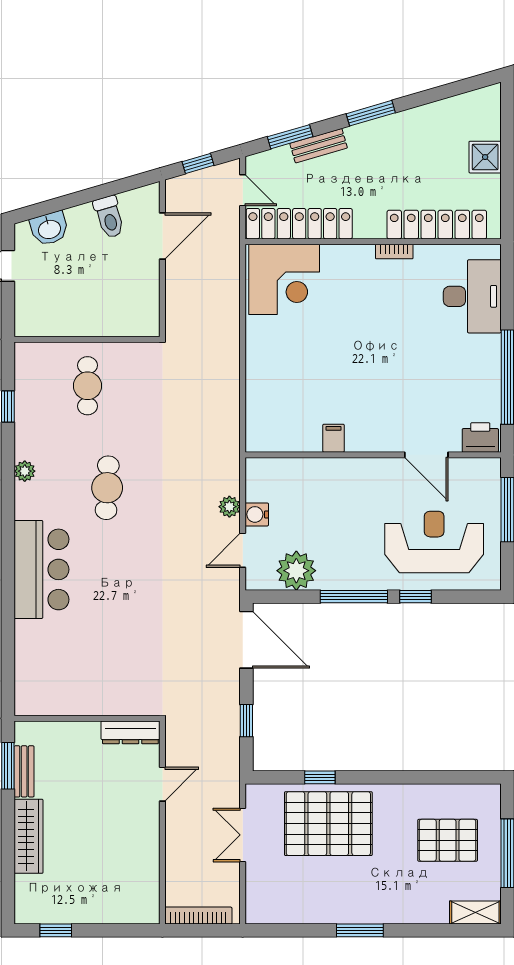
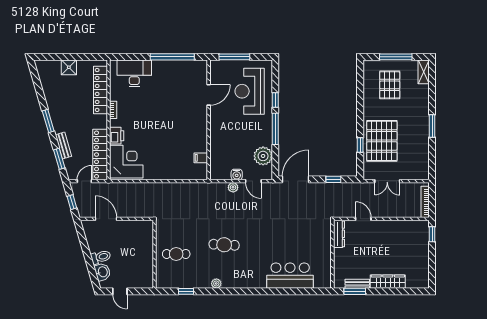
toilet: (109, 217) -> (101, 257), moved
printer: (480, 437) -> (117, 136), moved, turned 180
filing cabinet: (333, 438) -> (201, 158), moved
bar counter: (42, 569) -> (290, 276), moved
window: (56, 930) -> (432, 234), moved

